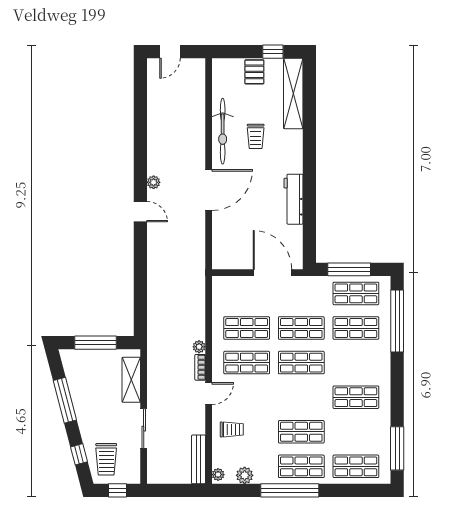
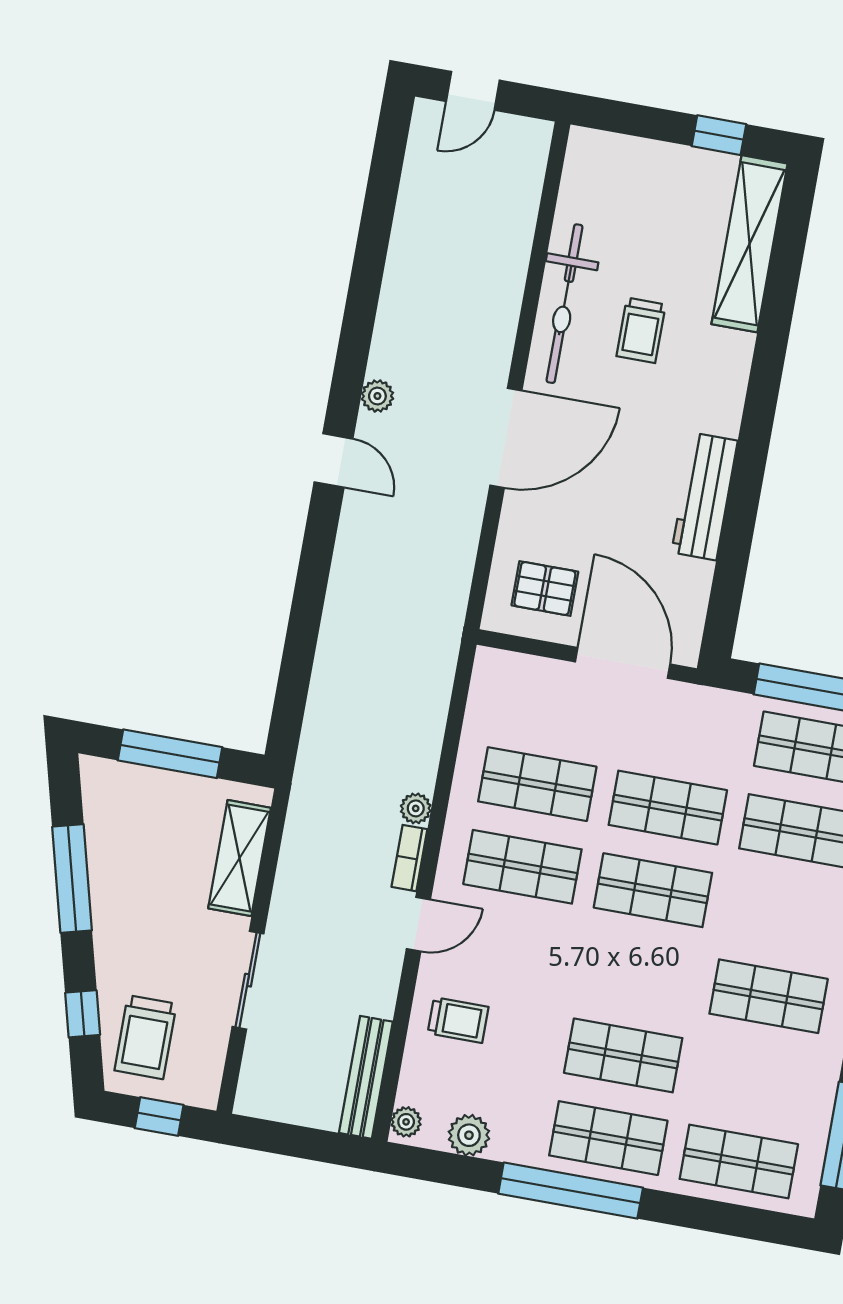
pallet: (254, 72) -> (545, 589), moved, turned 90

